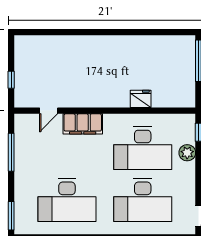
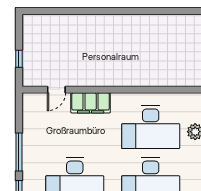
fridge: (141, 99) -> (149, 78), removed
window: (11, 152) -> (19, 152), moved

